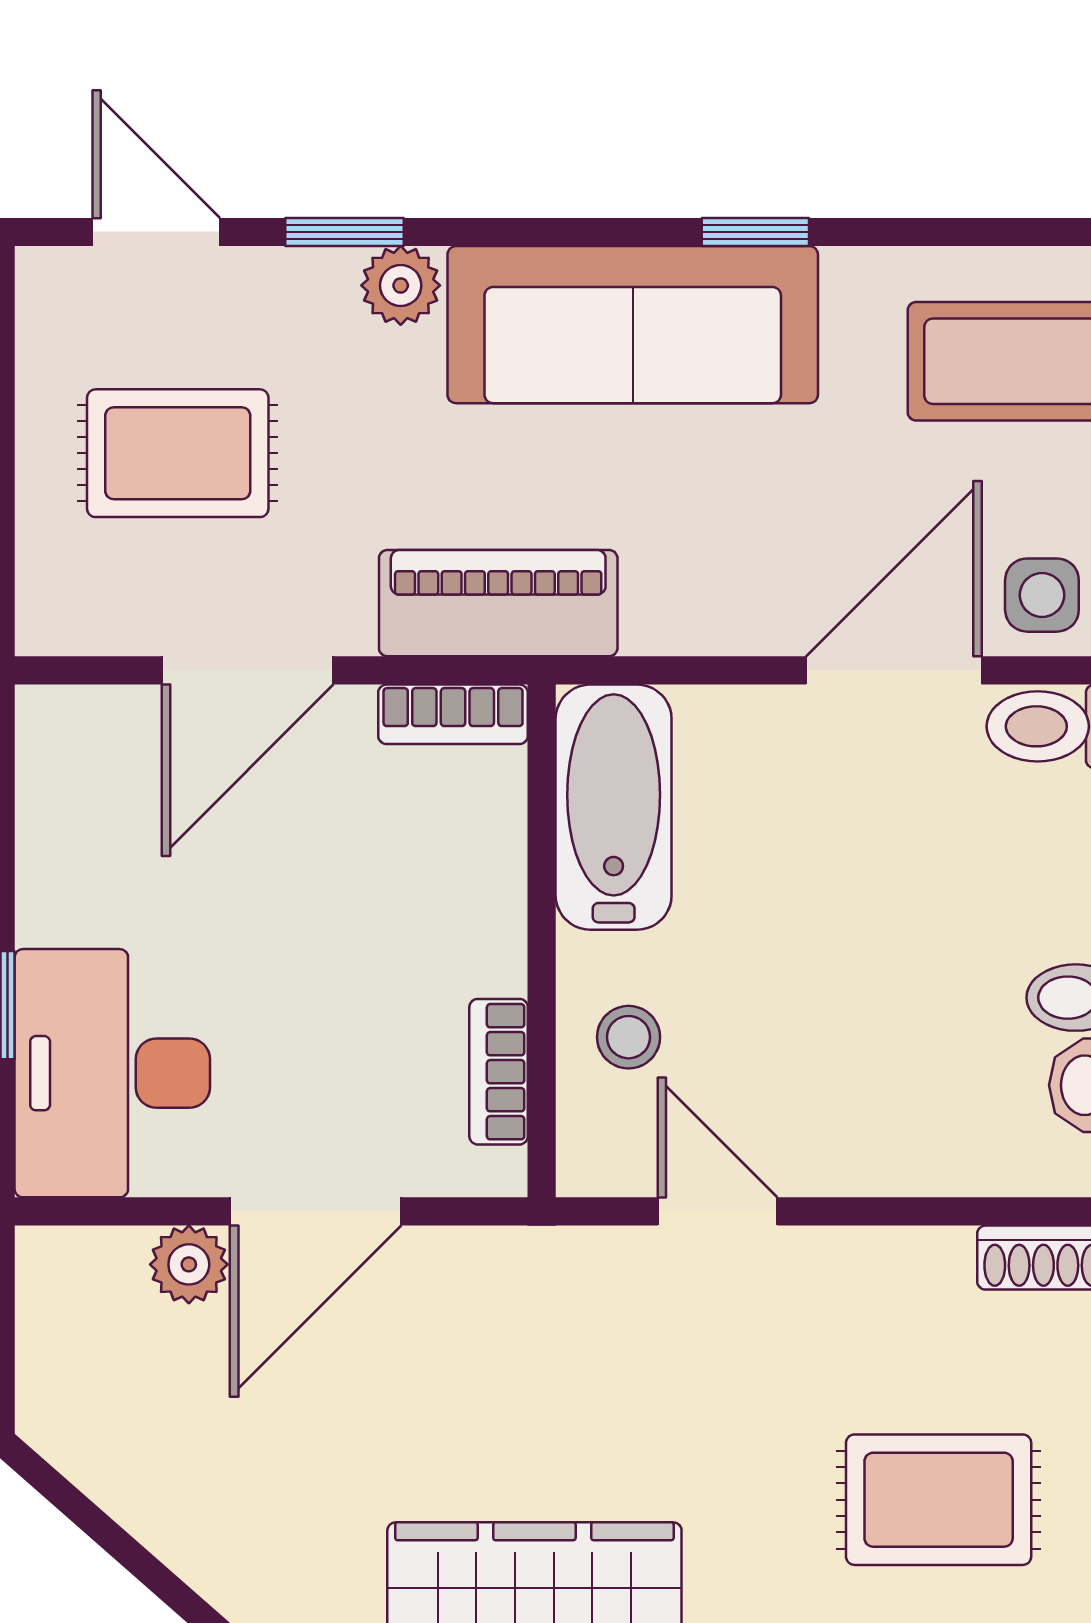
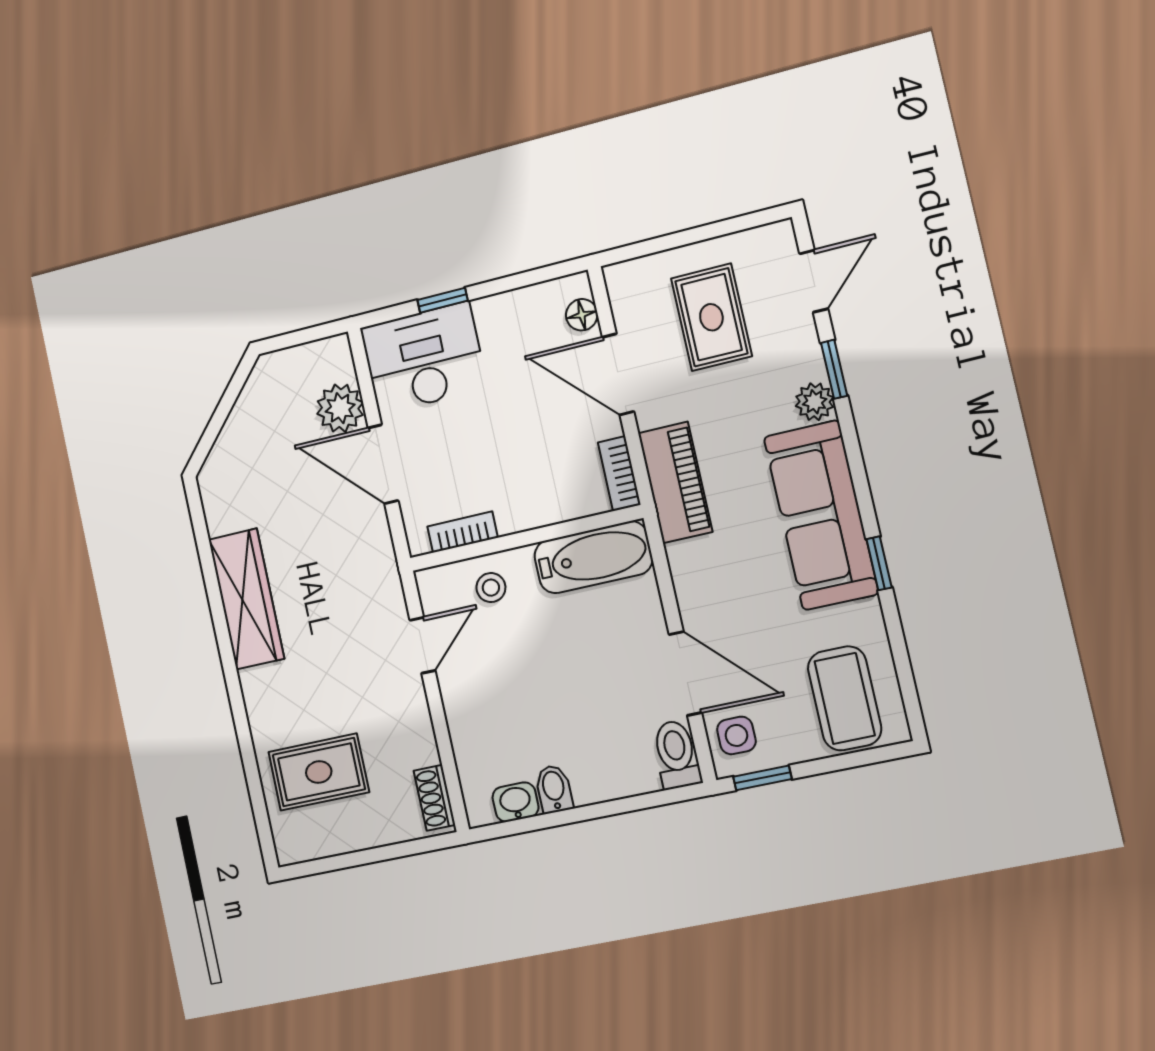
floor lamp: (105, 718) -> (582, 315), added
plant: (189, 1264) -> (340, 408), width x1.38, depth x1.38
rug: (939, 1500) -> (319, 772), turned 90

